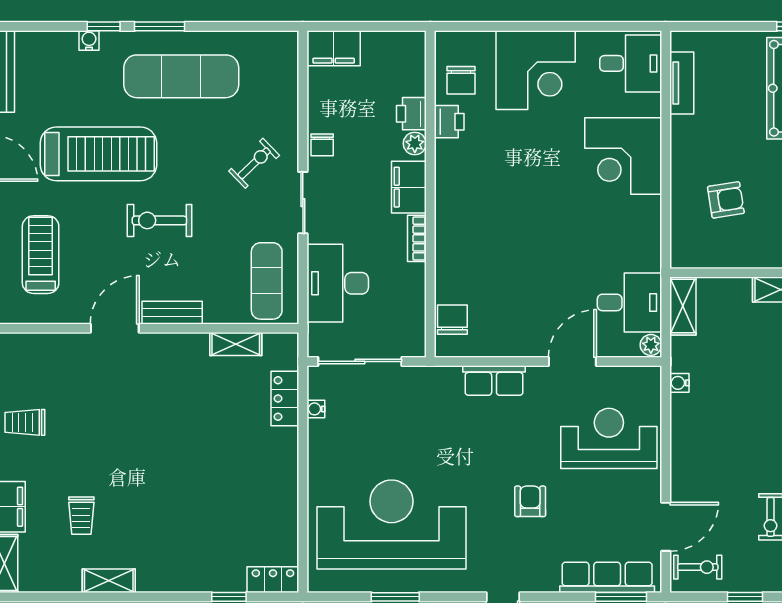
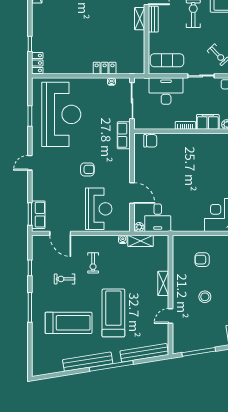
armchair: (726, 200) -> (202, 260), turned 99
shelving: (683, 306) -> (140, 241), moved
shelving: (236, 344) -> (140, 19), moved
row of seats: (494, 381) -> (124, 135), moved
locker: (285, 398) -> (105, 68), moved
armchair: (530, 501) -> (87, 169), moved
exercise bike: (698, 567) -> (93, 263), moved
row of seats: (607, 577) -> (38, 215), width x0.68

